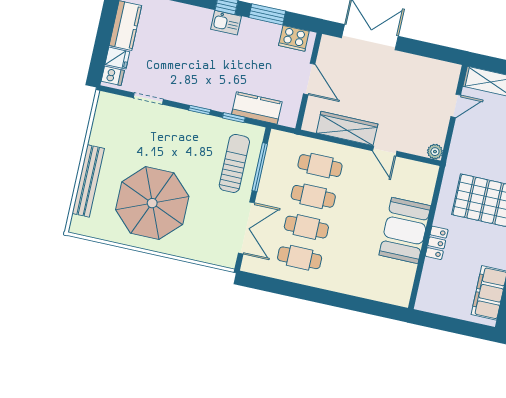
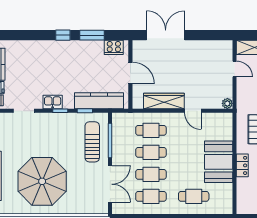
kitchen sink: (226, 23) -> (53, 102), moved, turned 180
door: (456, 106) -> (235, 69), hinge flipped
kitchen counter: (257, 108) -> (99, 101), width x1.50
cafe table: (359, 271) -> (194, 196), added

